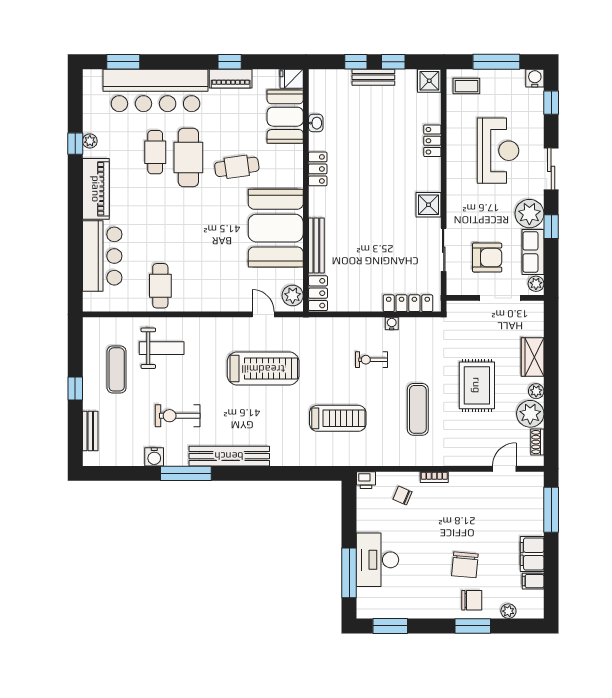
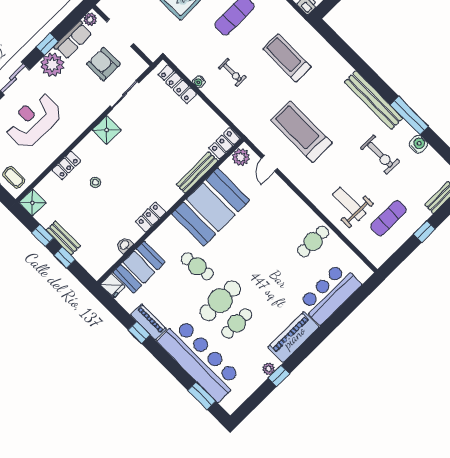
stool: (394, 151) -> (95, 182), added

